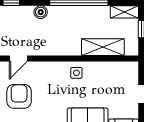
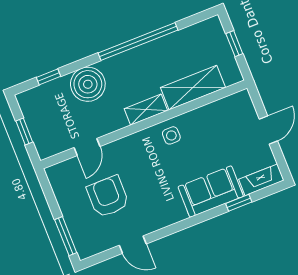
boiler: (41, 12) -> (88, 84), width x1.86, depth x1.86
shelving: (124, 12) -> (146, 110), moved

